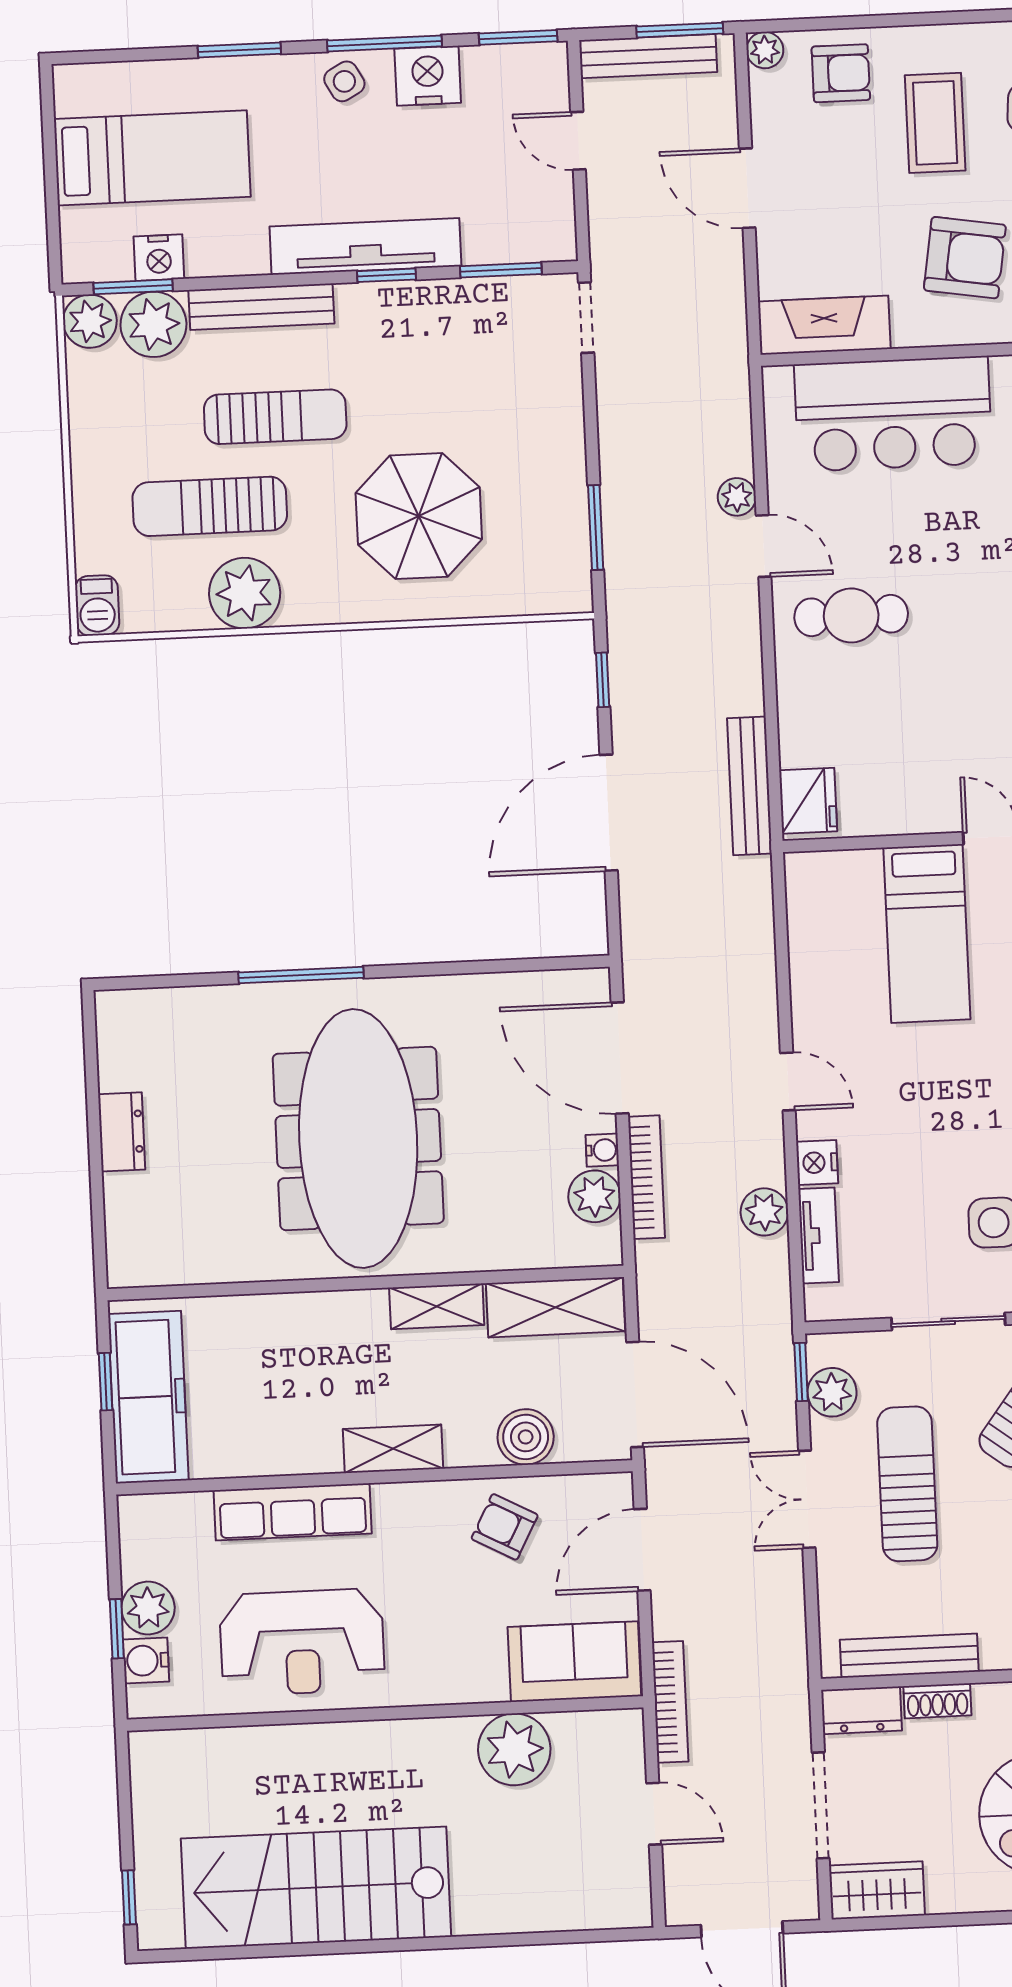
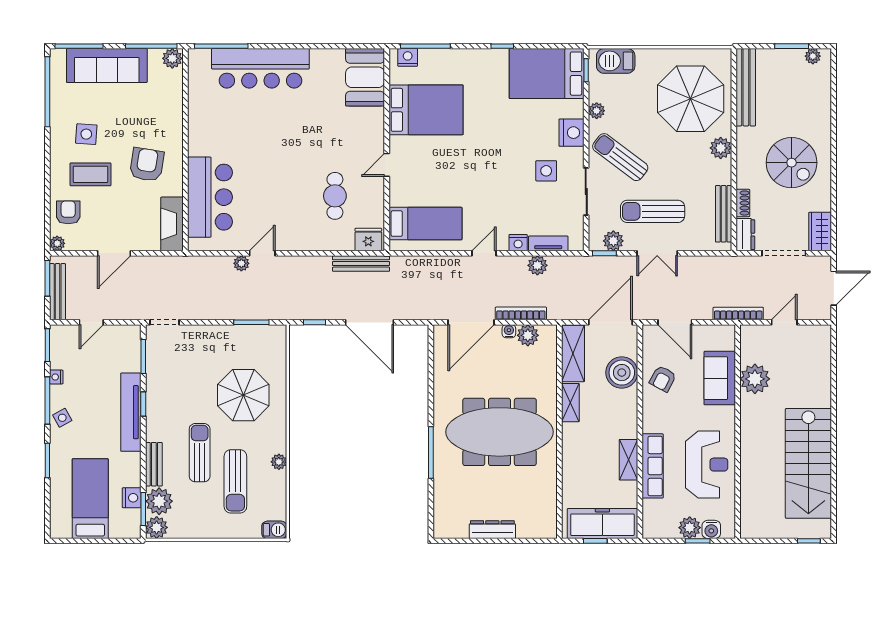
nightstand: (428, 76) -> (56, 377), width x0.53, depth x0.56
bench: (261, 307) -> (154, 464), width x0.73
plant: (245, 593) -> (279, 462), width x0.53, depth x0.53
cafe table: (851, 615) -> (335, 196), moved
bed: (927, 933) -> (425, 224), moved
dresser: (122, 1132) -> (492, 530), width x1.44
boiler: (526, 1437) -> (622, 373), width x1.37, depth x1.37
shelving: (393, 1449) -> (628, 460), moved
sofa: (574, 1662) -> (720, 378), moved

